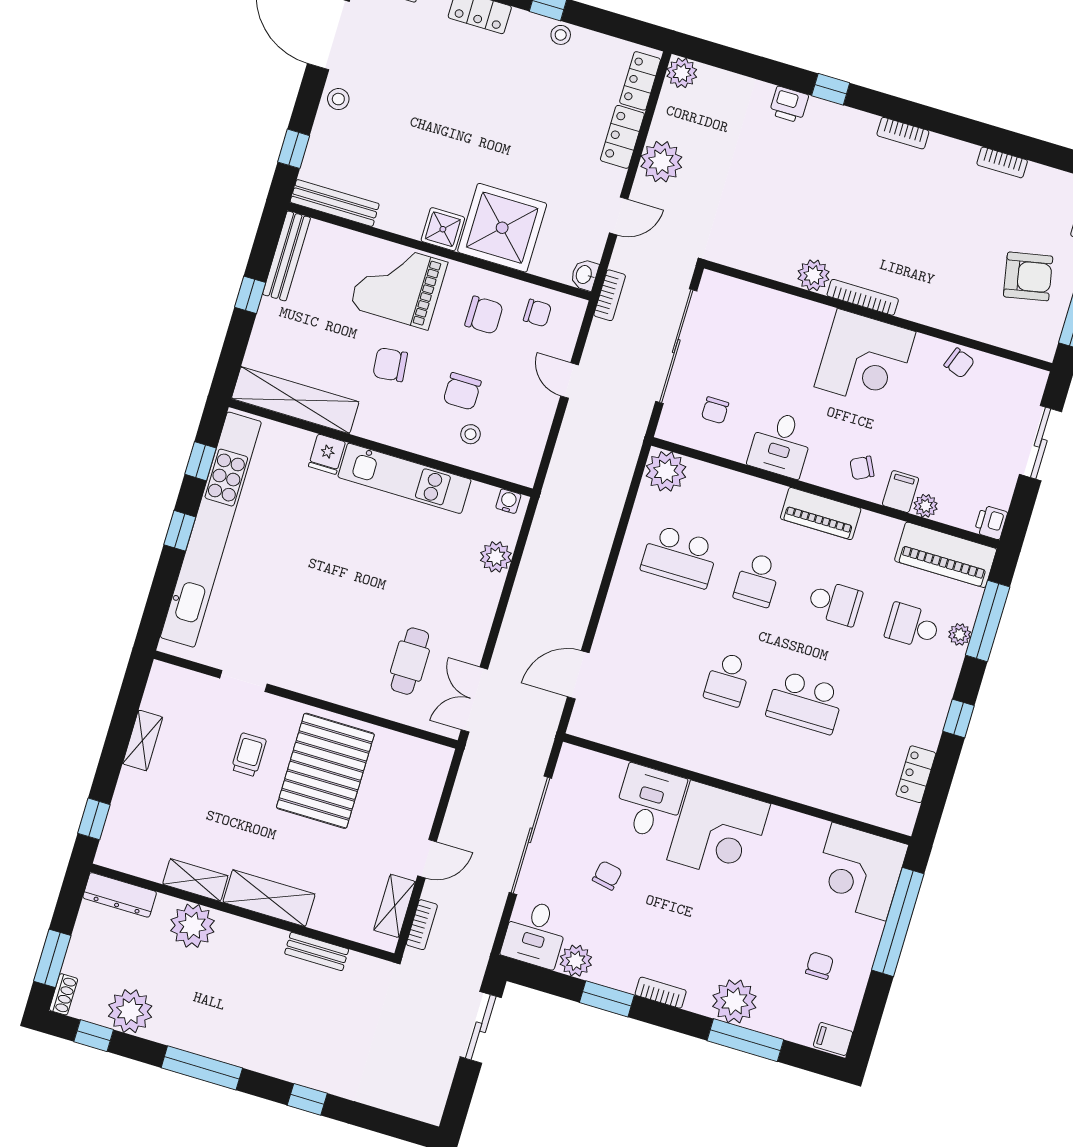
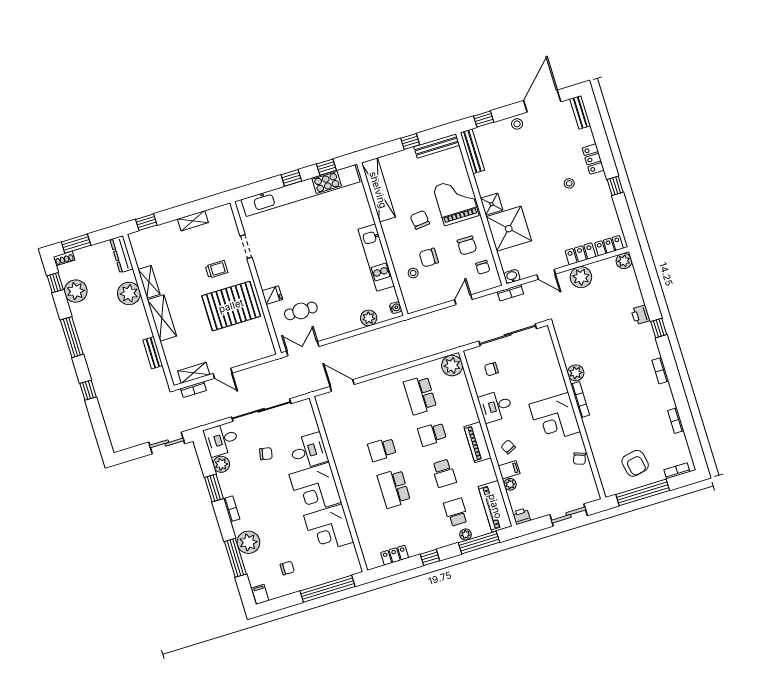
stool: (561, 35) -> (569, 183), moved
fridge: (327, 454) -> (272, 295), moved, turned 180
corner desk: (859, 872) -> (329, 529), moved, turned -90

